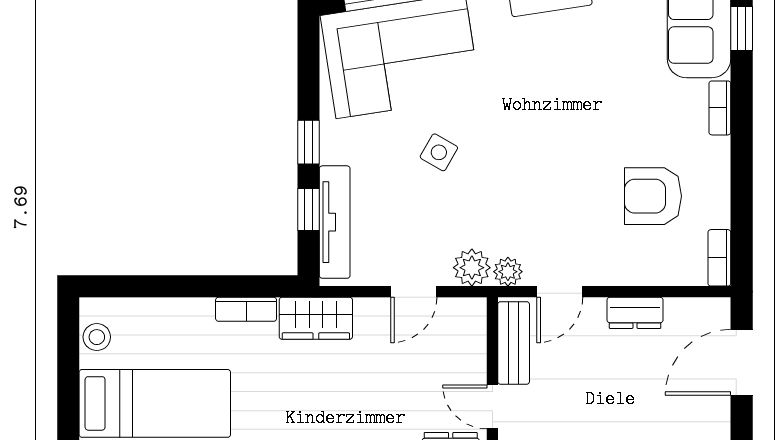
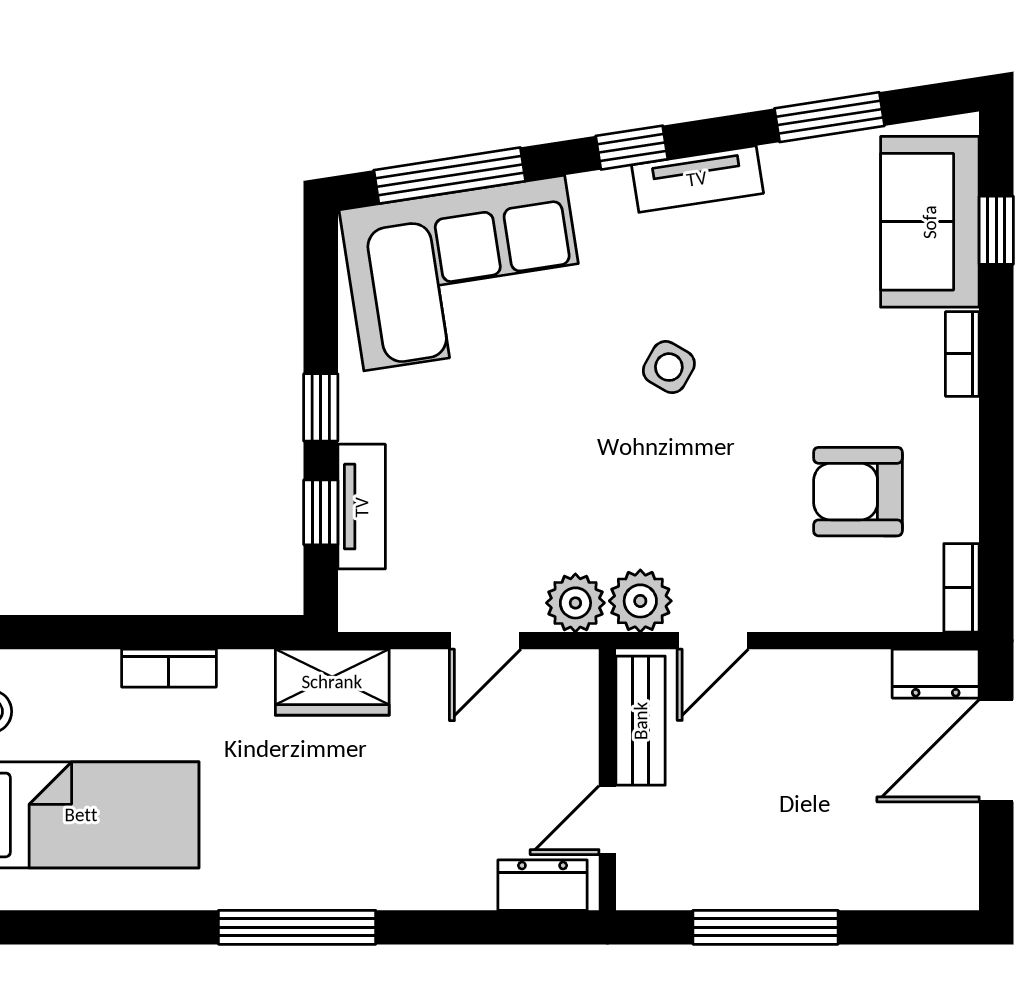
side table: (439, 152) -> (669, 367), moved
tv unit: (335, 222) -> (362, 507), width x0.71
plant: (508, 272) -> (640, 601), width x1.38, depth x1.38
bookcase: (246, 309) -> (169, 668), moved
dresser: (635, 313) -> (936, 674), moved
door: (492, 407) -> (607, 820), hinge flipped

